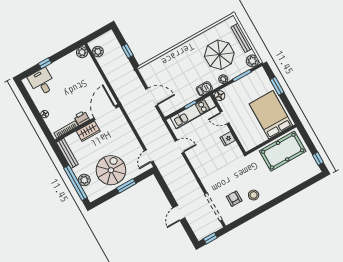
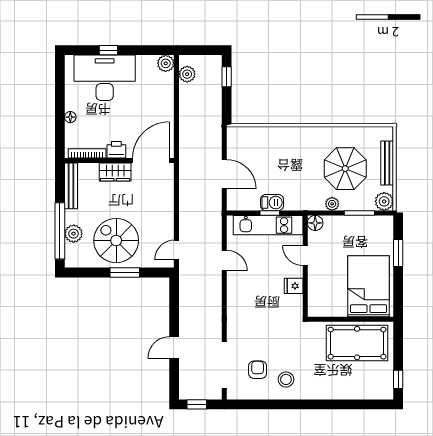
window: (127, 51) -> (227, 77), moved
desk: (42, 82) -> (105, 78), width x1.87, depth x1.30
barbecue: (204, 89) -> (272, 203), moved
spiral stairs: (111, 170) -> (116, 241), turned -90

